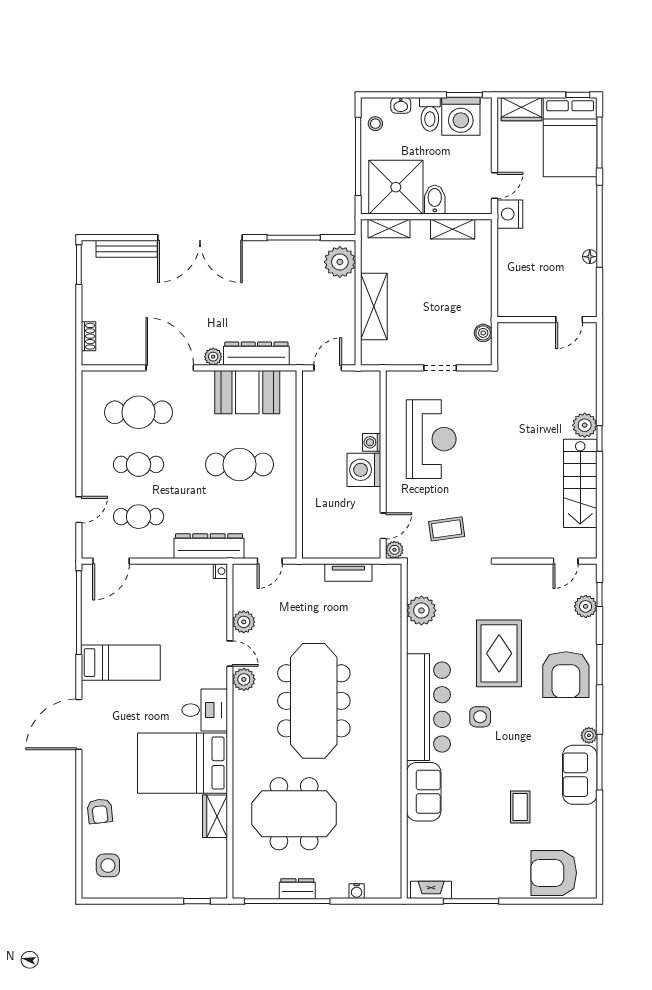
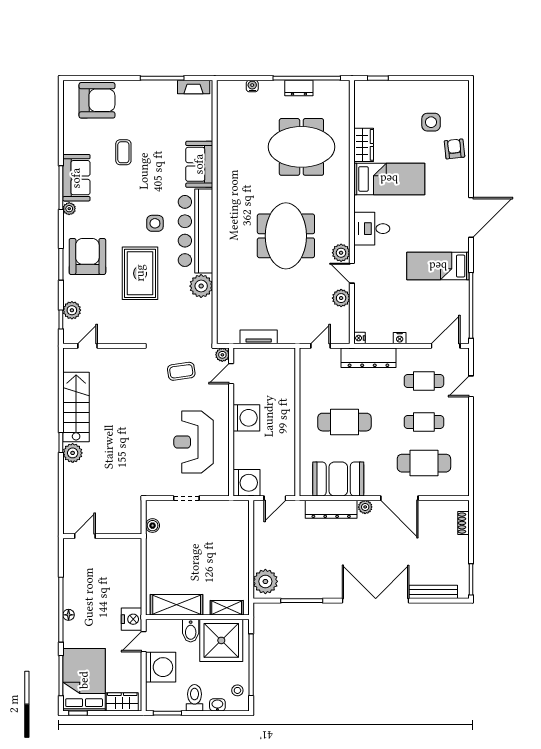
washing machine: (461, 116) -> (161, 667), moved, turned 90
shelving: (453, 229) -> (177, 605), width x1.50, depth x1.33
floor lamp: (590, 257) -> (69, 615), moved
shelving: (374, 306) -> (239, 546), removed
washing machine: (372, 442) -> (247, 483), moved, width x1.89, depth x1.89
nightstand: (169, 571) -> (400, 338), added
plant: (421, 611) -> (201, 286), moved
meeting table: (314, 701) -> (286, 236), width x0.73
bed: (183, 763) -> (389, 179), width x0.67
side table: (108, 865) -> (431, 122), moved

